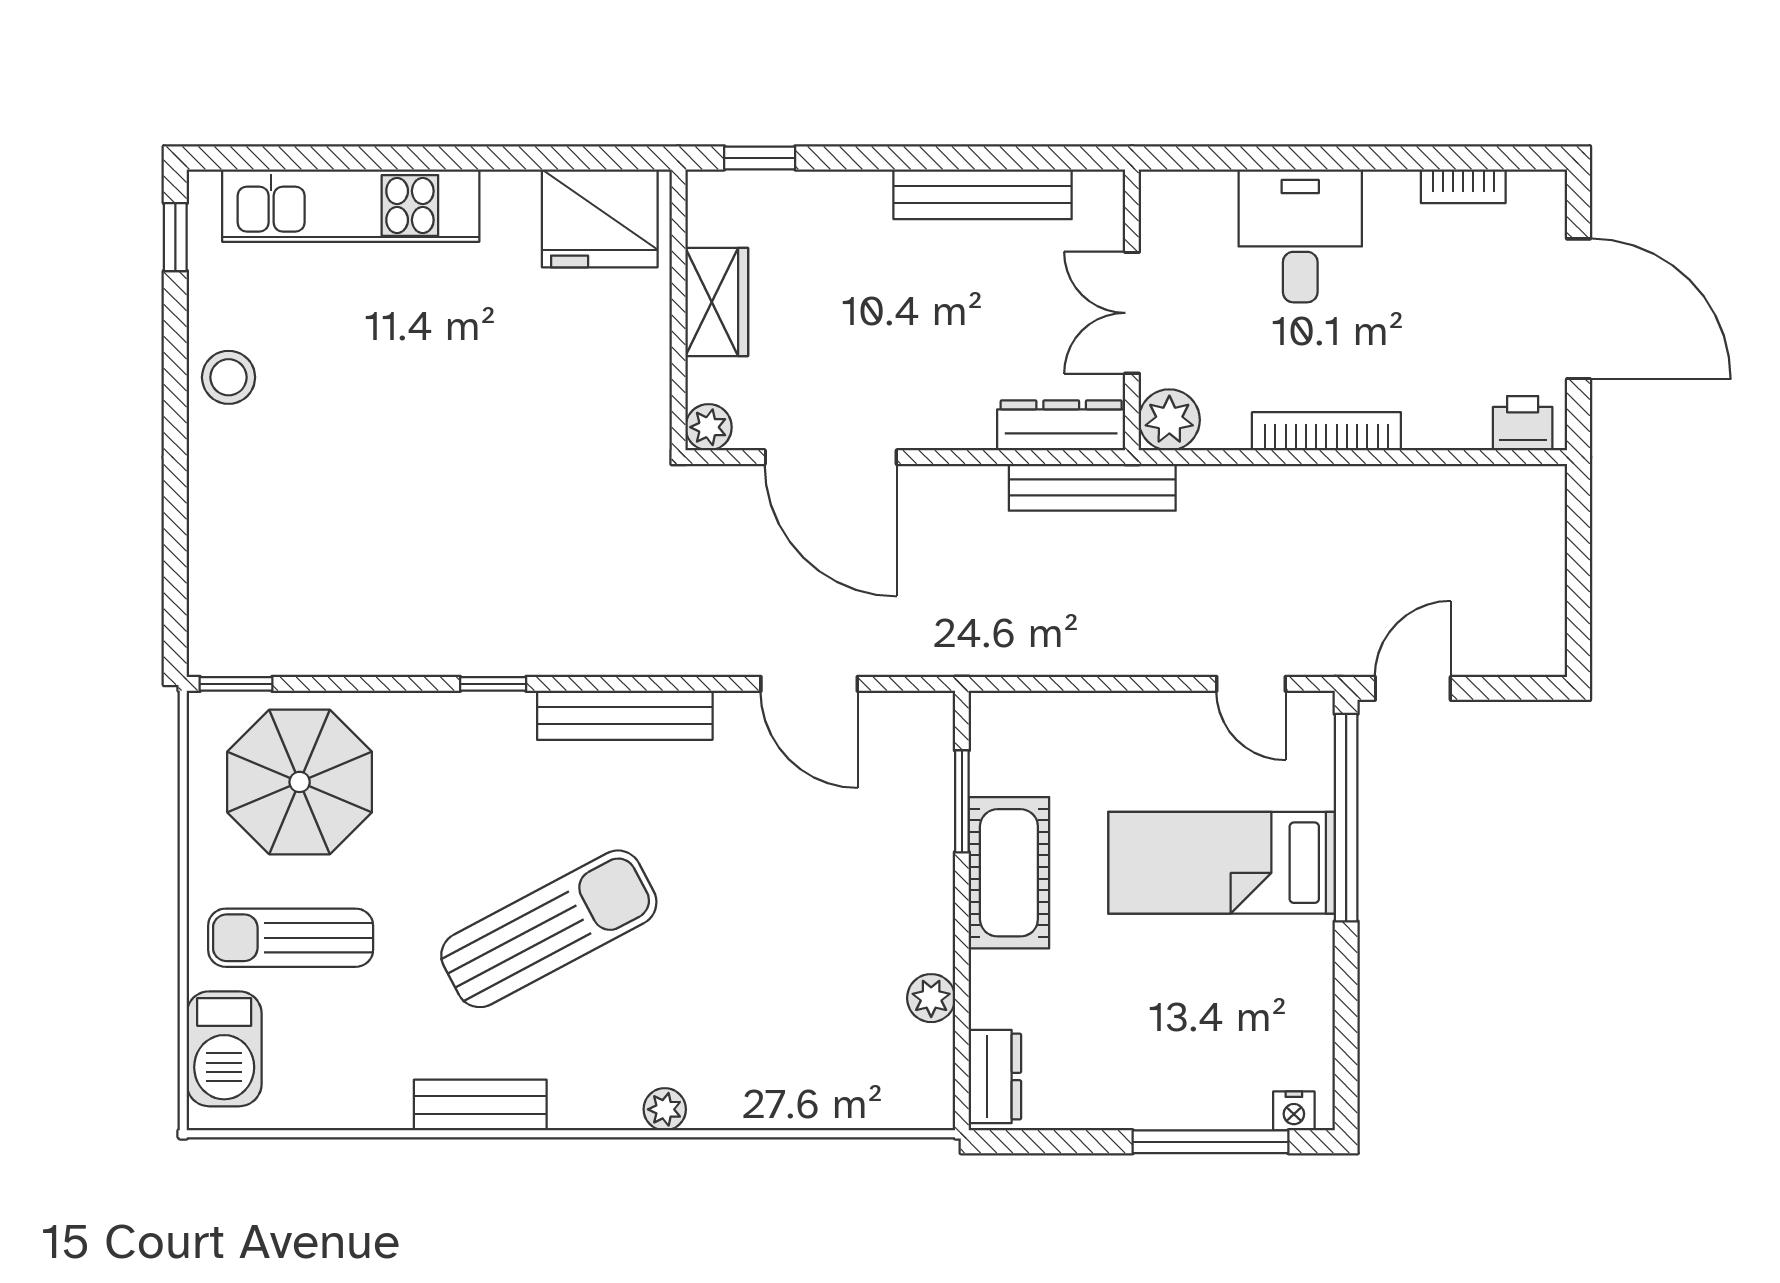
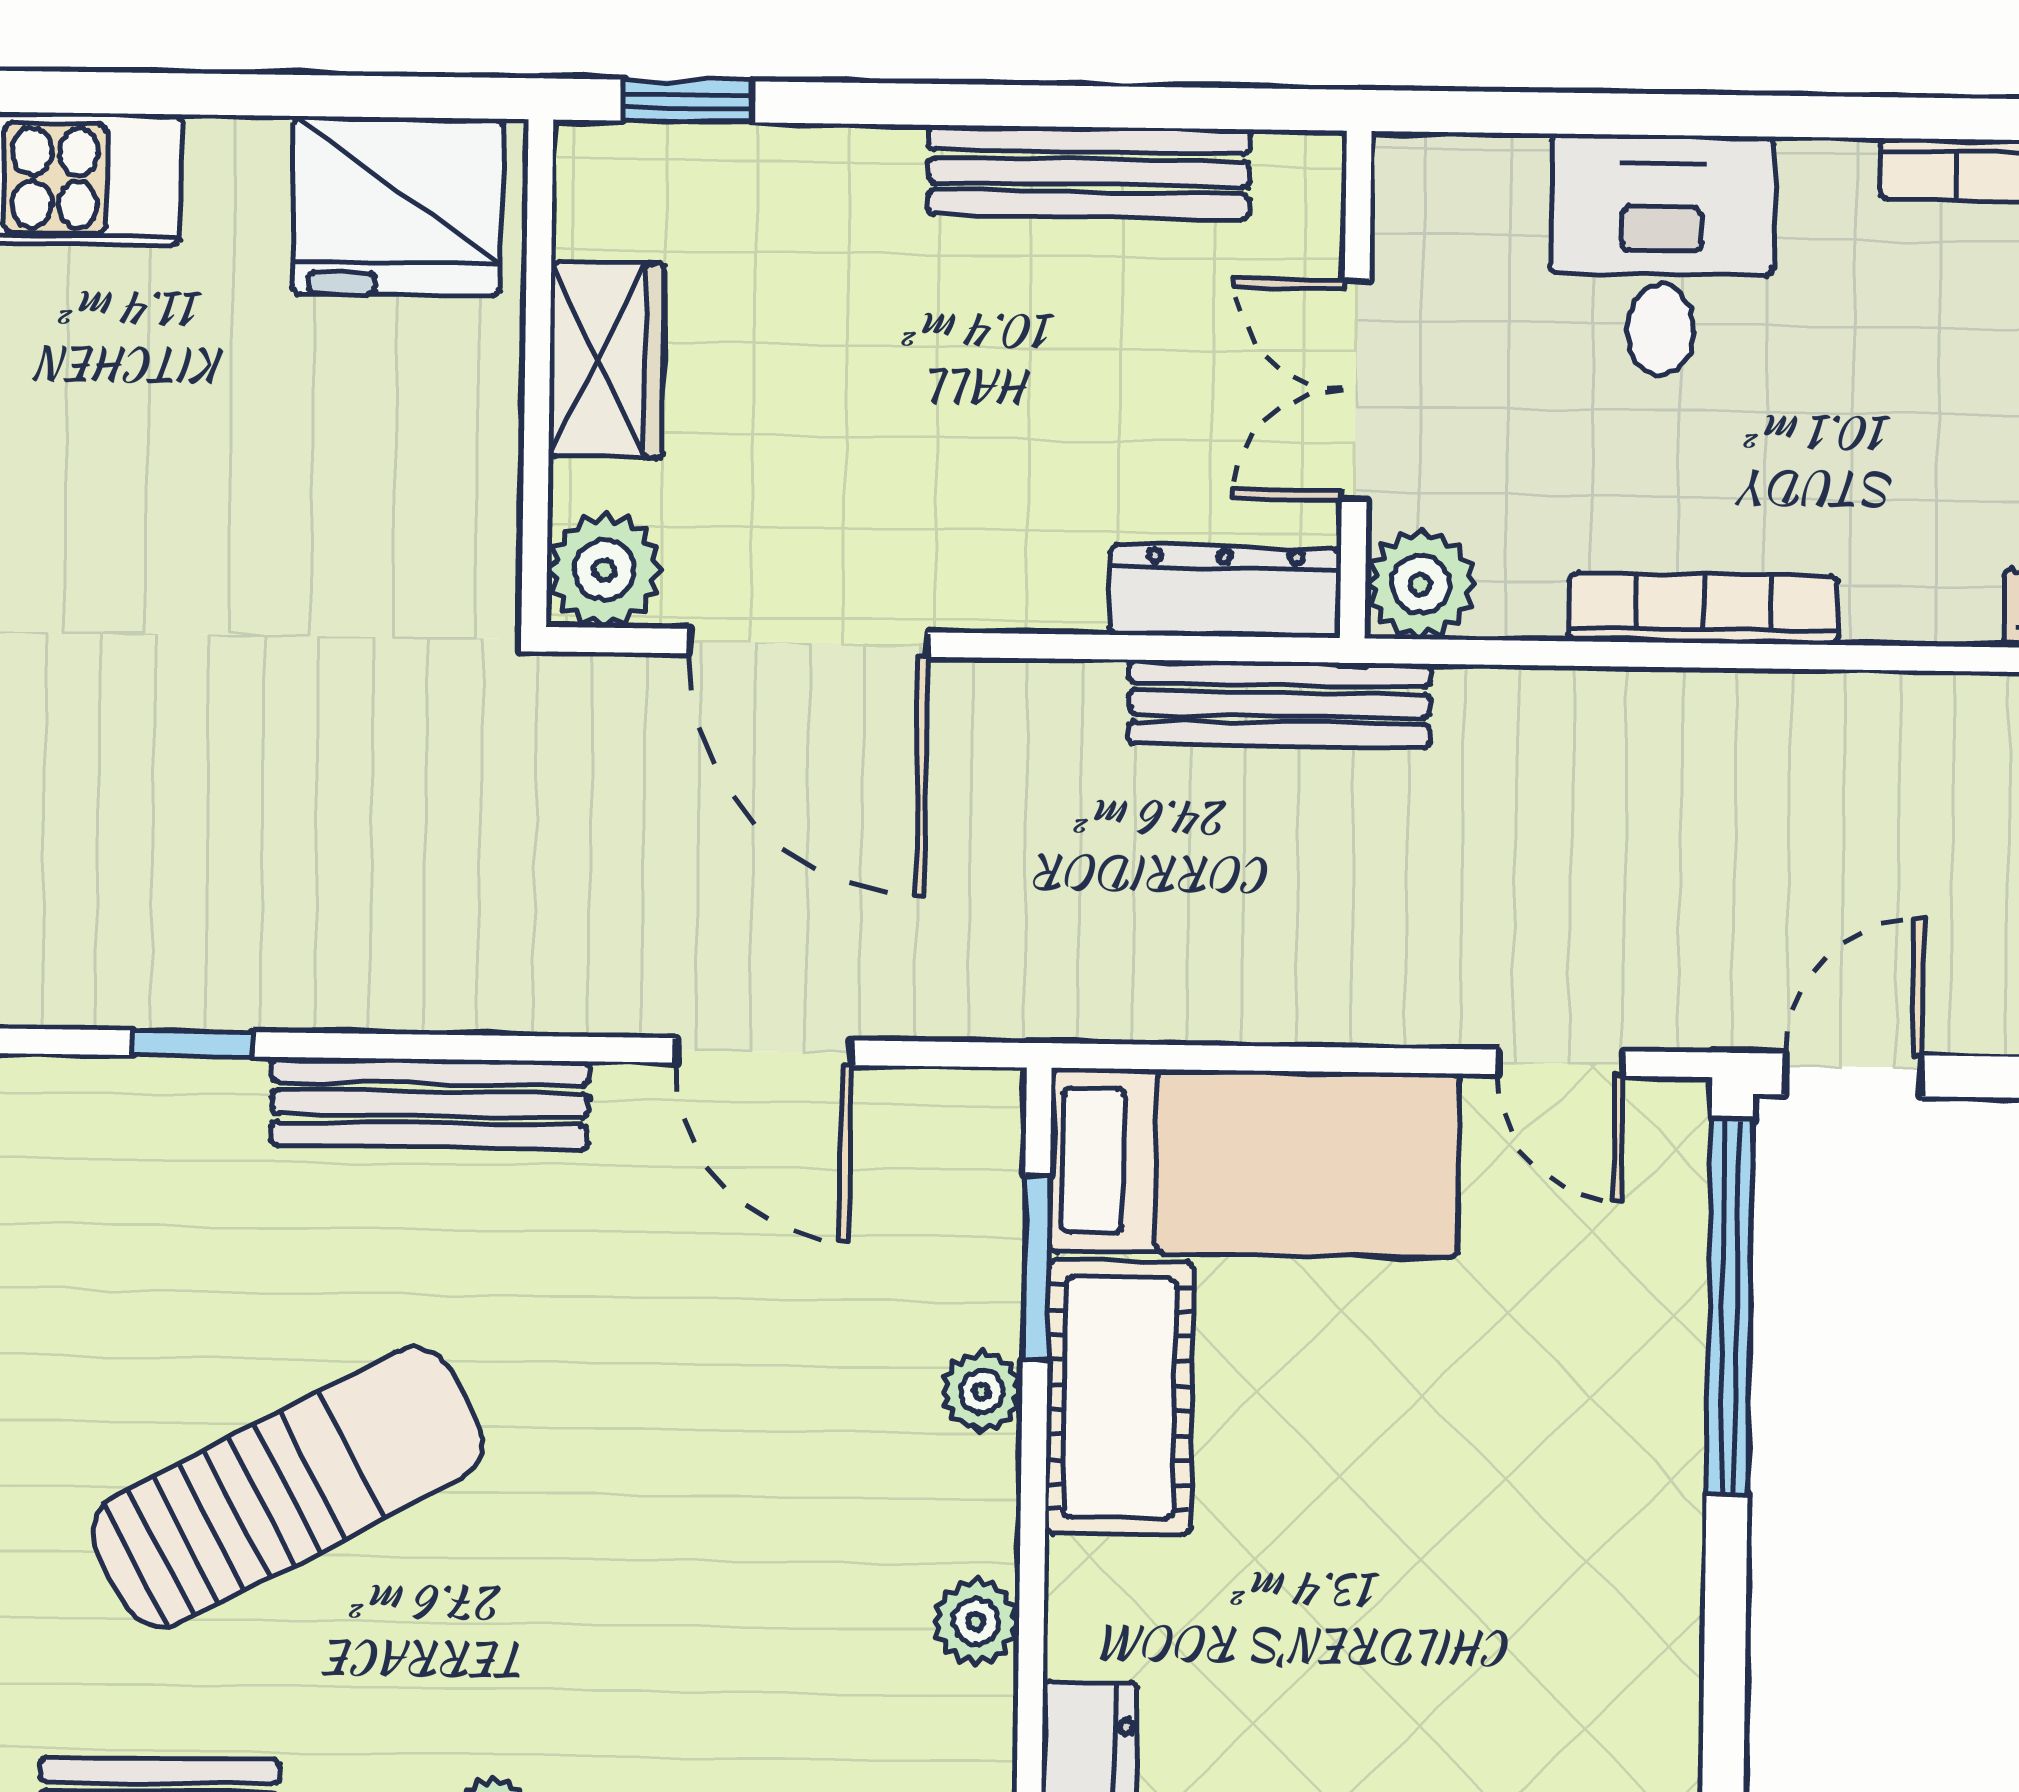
plant: (709, 427) -> (604, 570), width x1.38, depth x1.38
bed: (1222, 863) -> (1255, 1163), moved, turned 180
plant: (933, 871) -> (982, 1392), added

